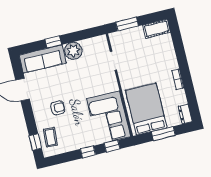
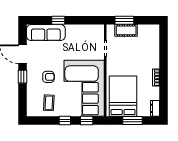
cot: (157, 29) -> (126, 30), moved
plant: (73, 51) -> (73, 32), removed
corner sofa: (109, 118) -> (84, 88), width x1.36, depth x1.36
coffee table: (50, 137) -> (49, 103), moved
window: (35, 142) -> (22, 77), moved

